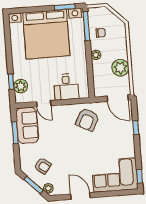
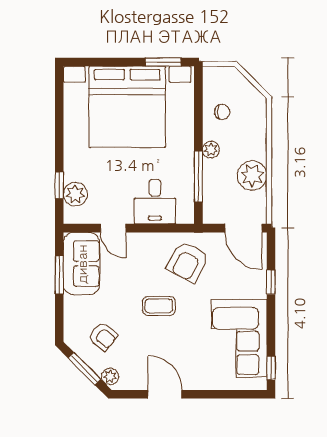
window: (86, 26) -> (198, 177), moved
coffee table: (73, 146) -> (159, 306), added
corner sofa: (115, 175) -> (239, 338), moved, turned -90

